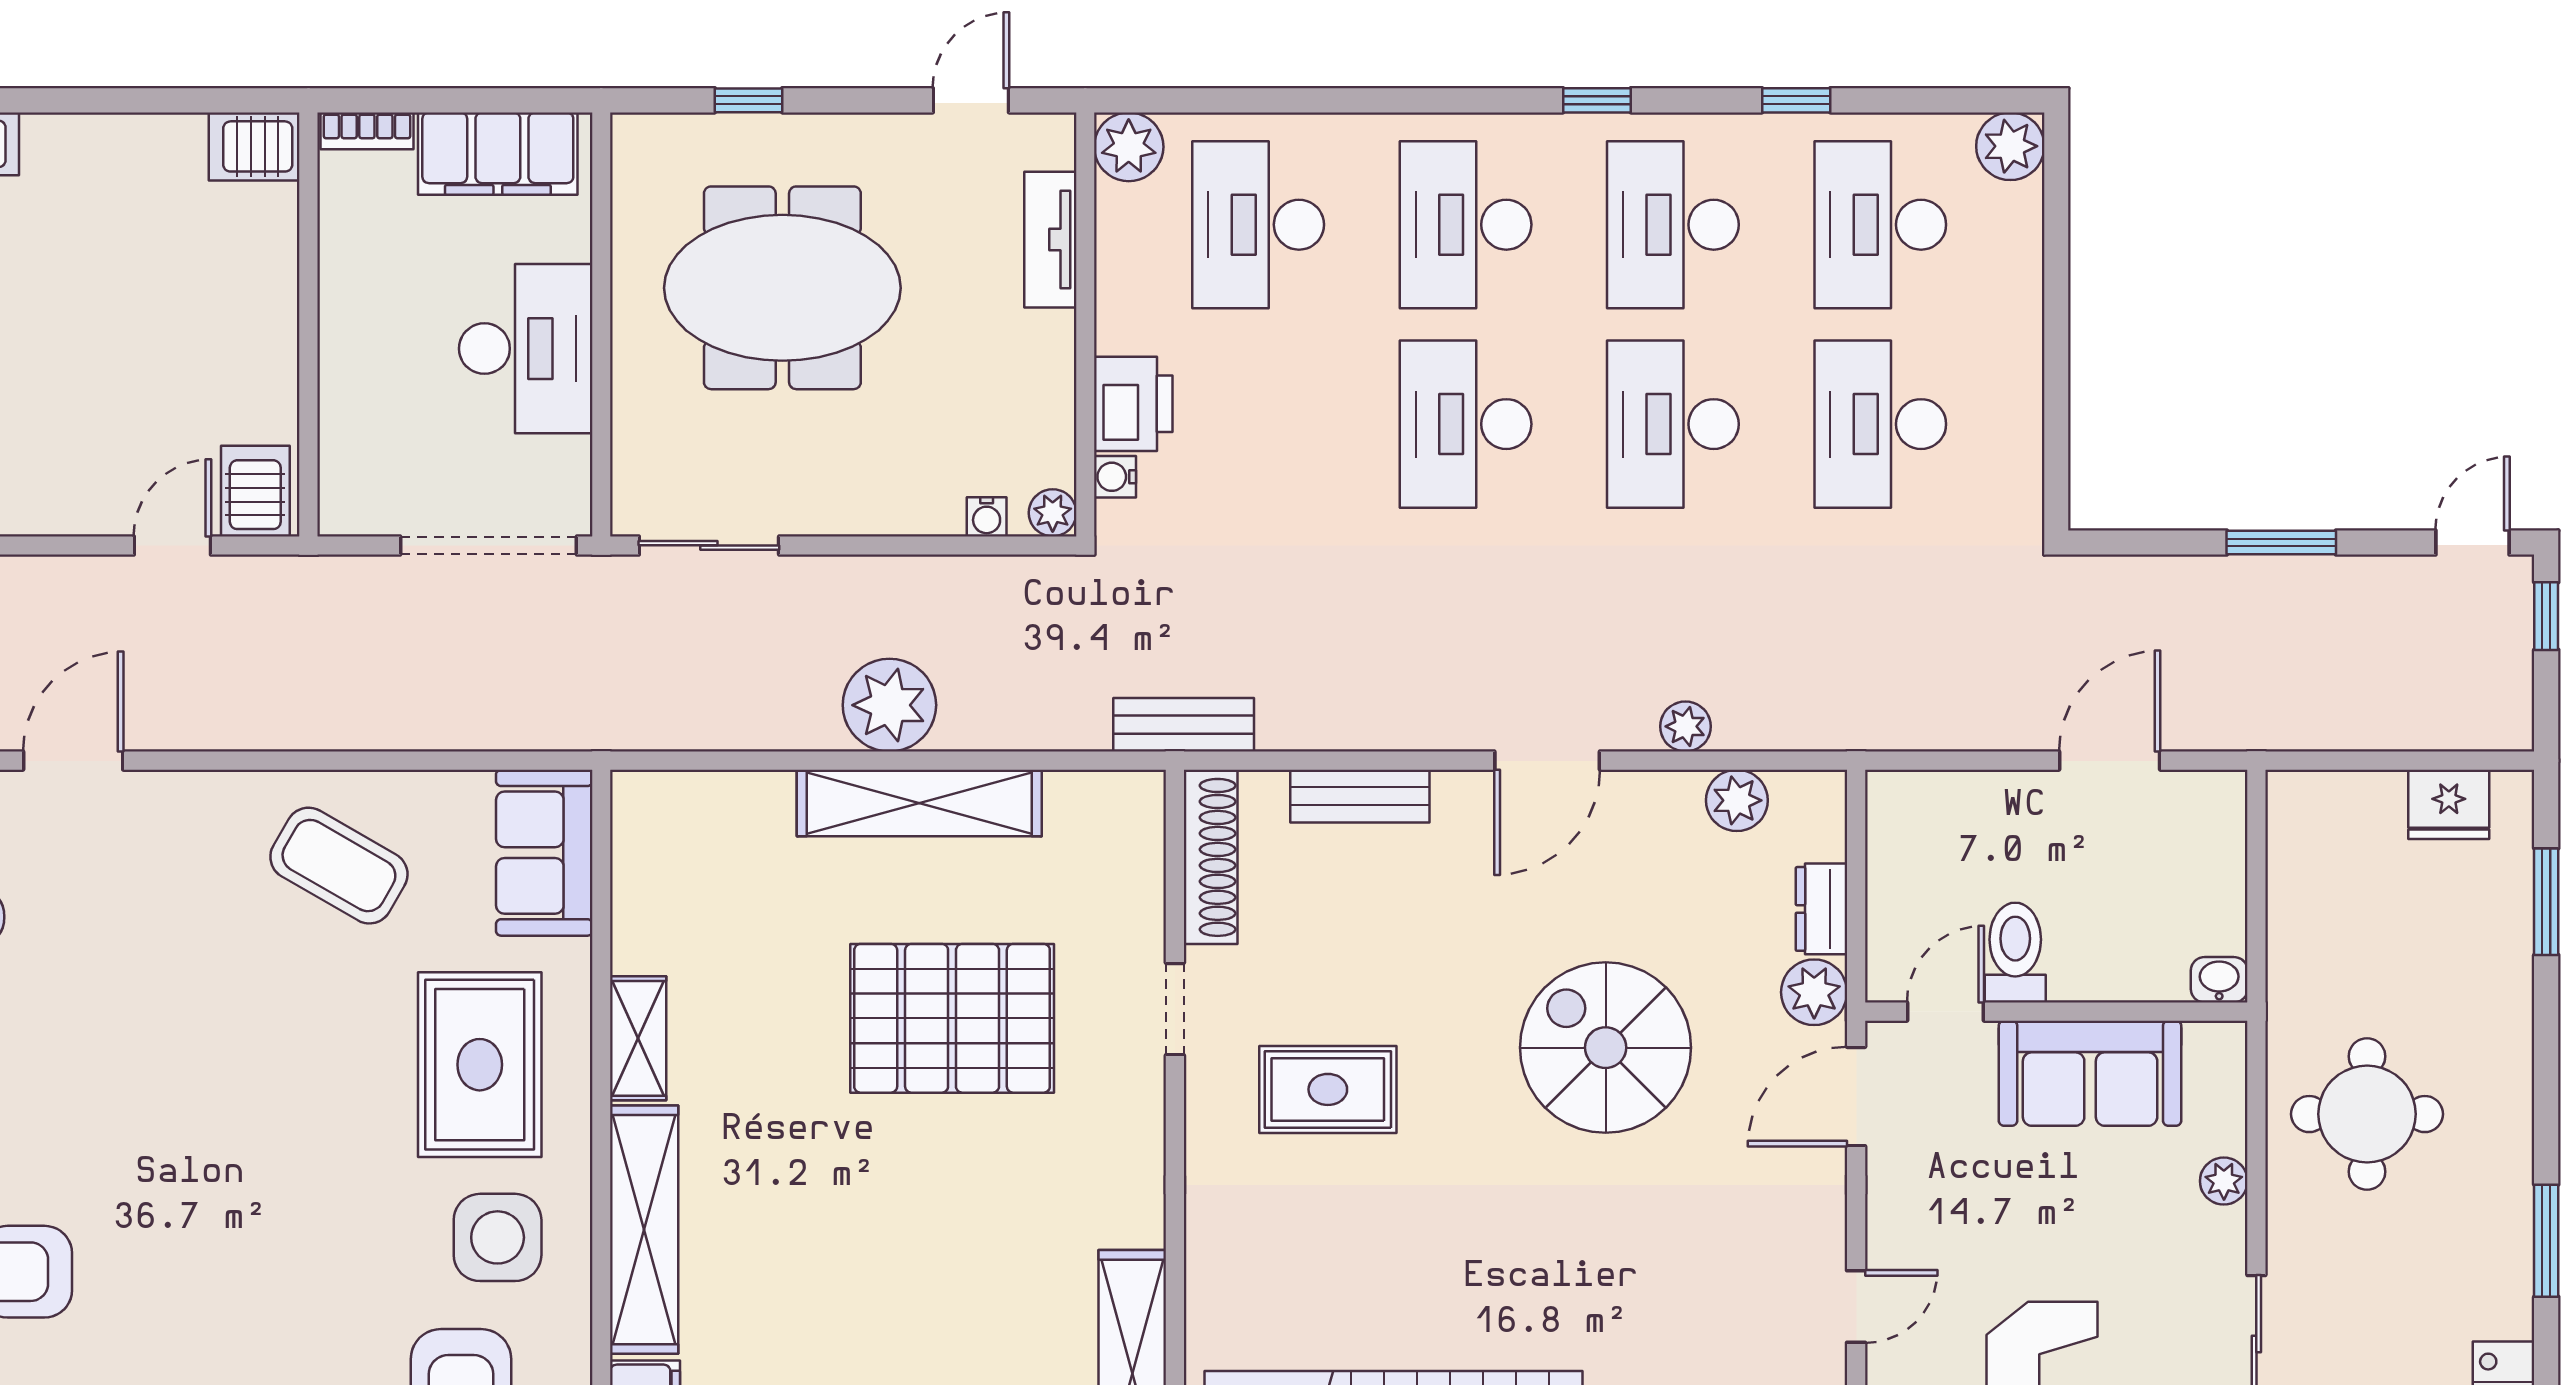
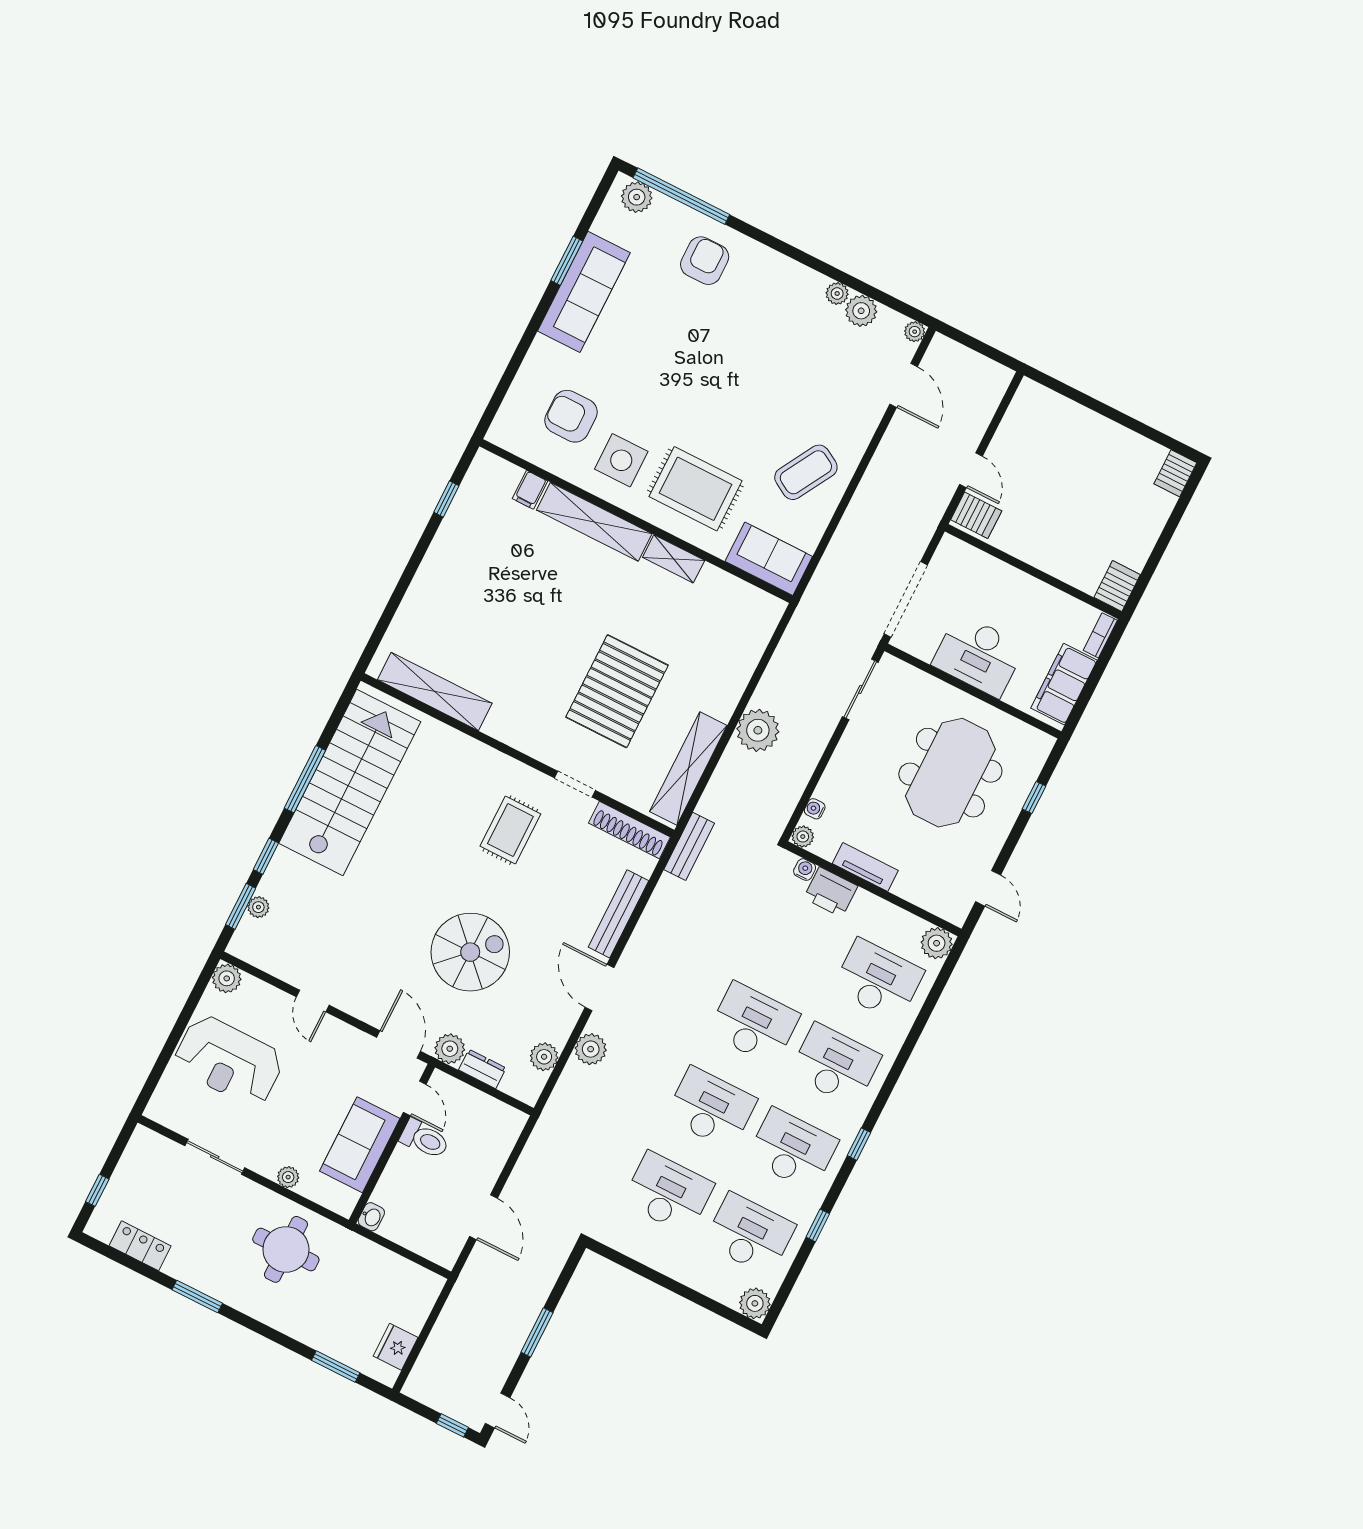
tv unit: (1050, 240) -> (865, 867), moved
plant: (1685, 726) -> (591, 1049), width x1.38, depth x1.38
bench: (1360, 796) -> (618, 914), width x1.36
shelving: (919, 803) -> (688, 769), moved

